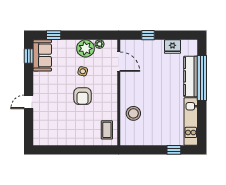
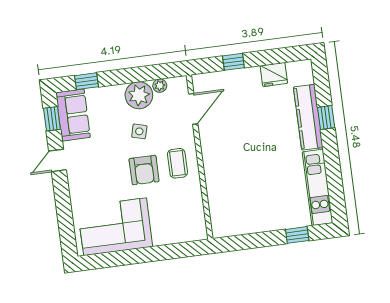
door: (119, 62) -> (193, 109), hinge flipped
window: (202, 78) -> (326, 118), width x0.32
door: (29, 102) -> (57, 160), moved
stool: (133, 113) -> (227, 186), removed
corner sofa: (59, 130) -> (115, 227), added
coffee table: (107, 130) -> (177, 163), moved

